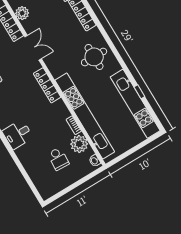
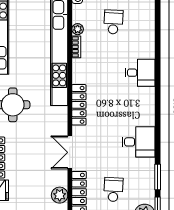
plant: (79, 144) -> (78, 29), width x0.53, depth x0.53

